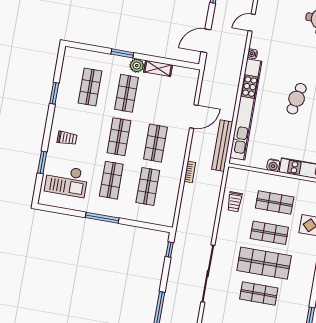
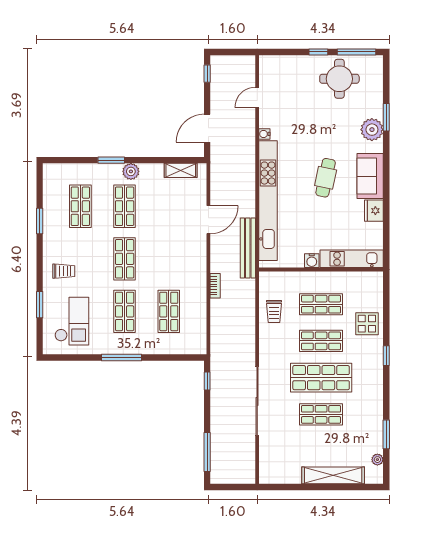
shelving: (158, 68) -> (181, 170), moved
shop shelf: (155, 143) -> (169, 259), removed
checkout: (66, 181) -> (72, 321), turned -90

